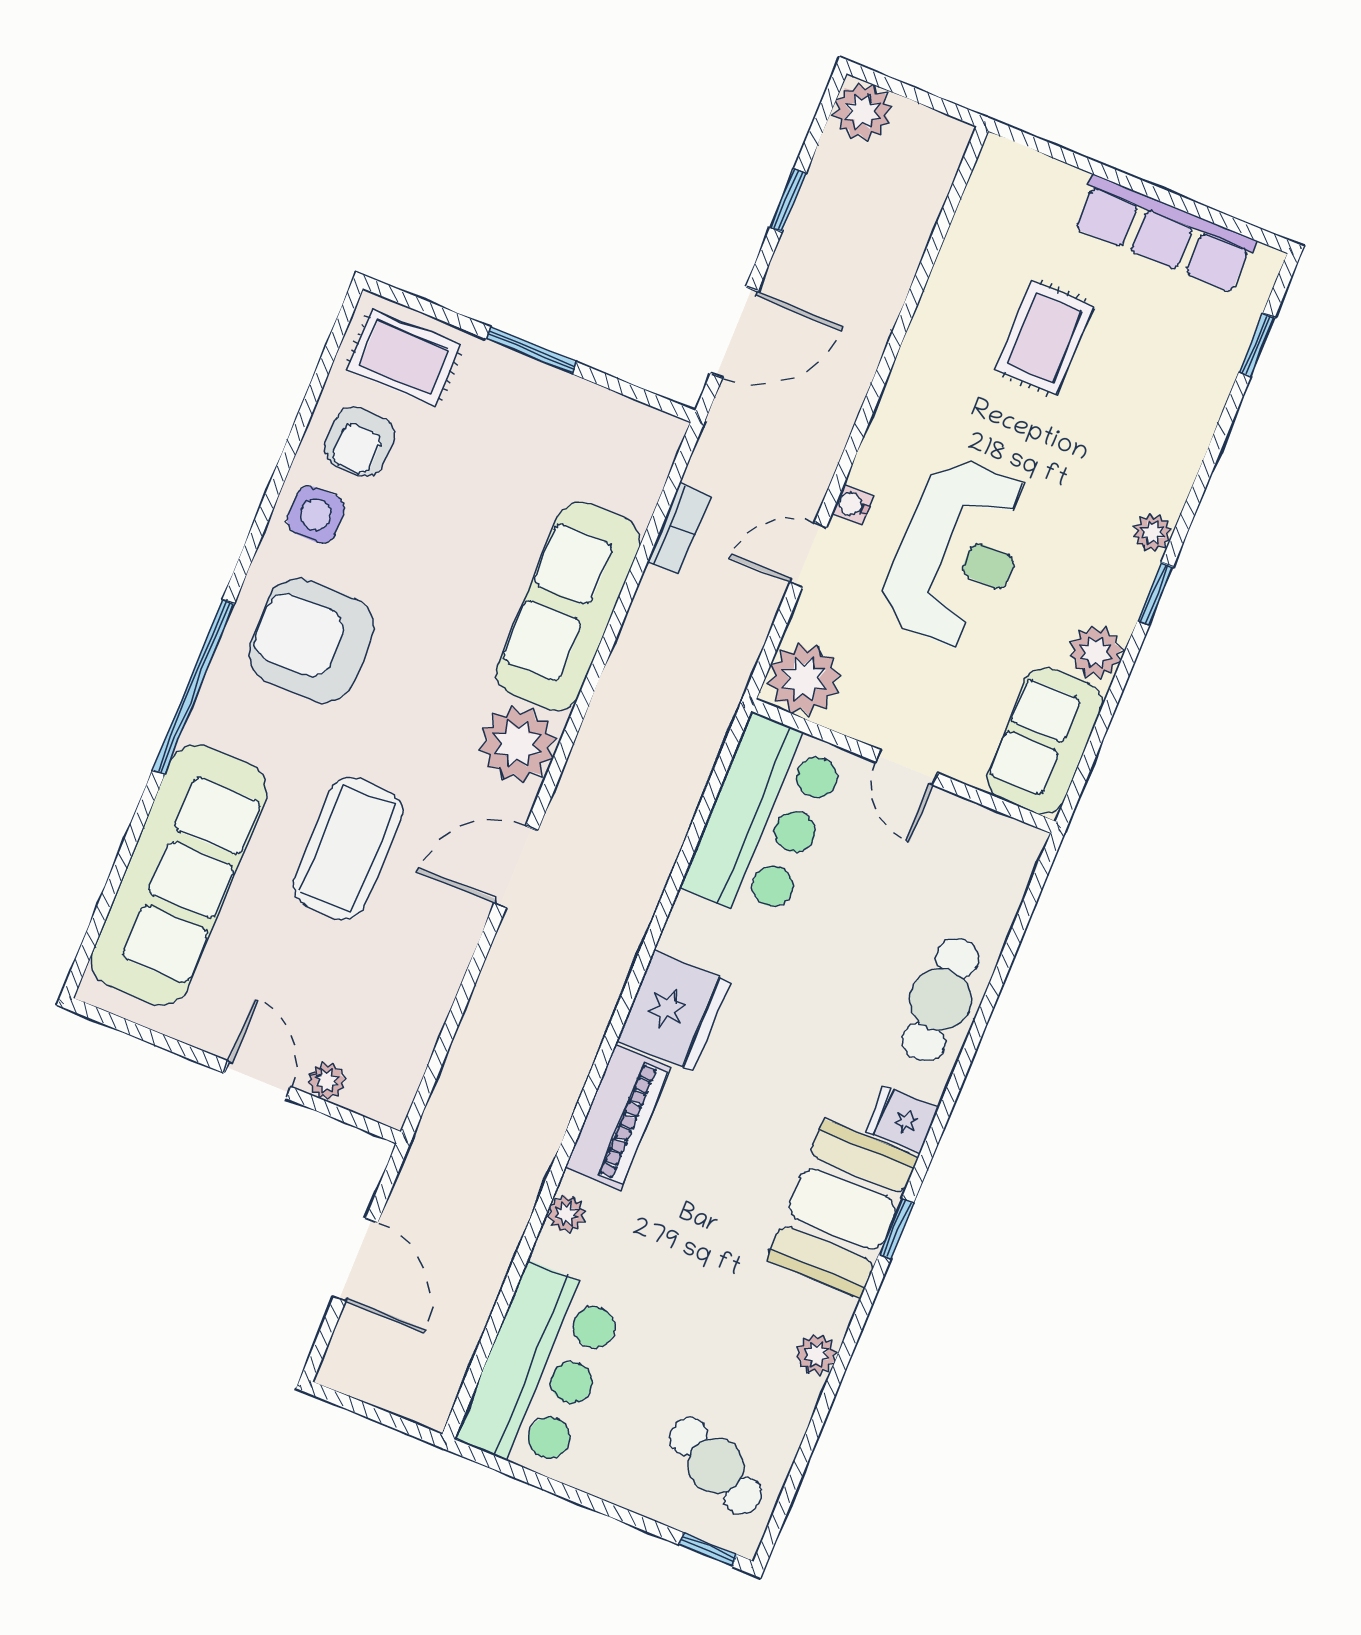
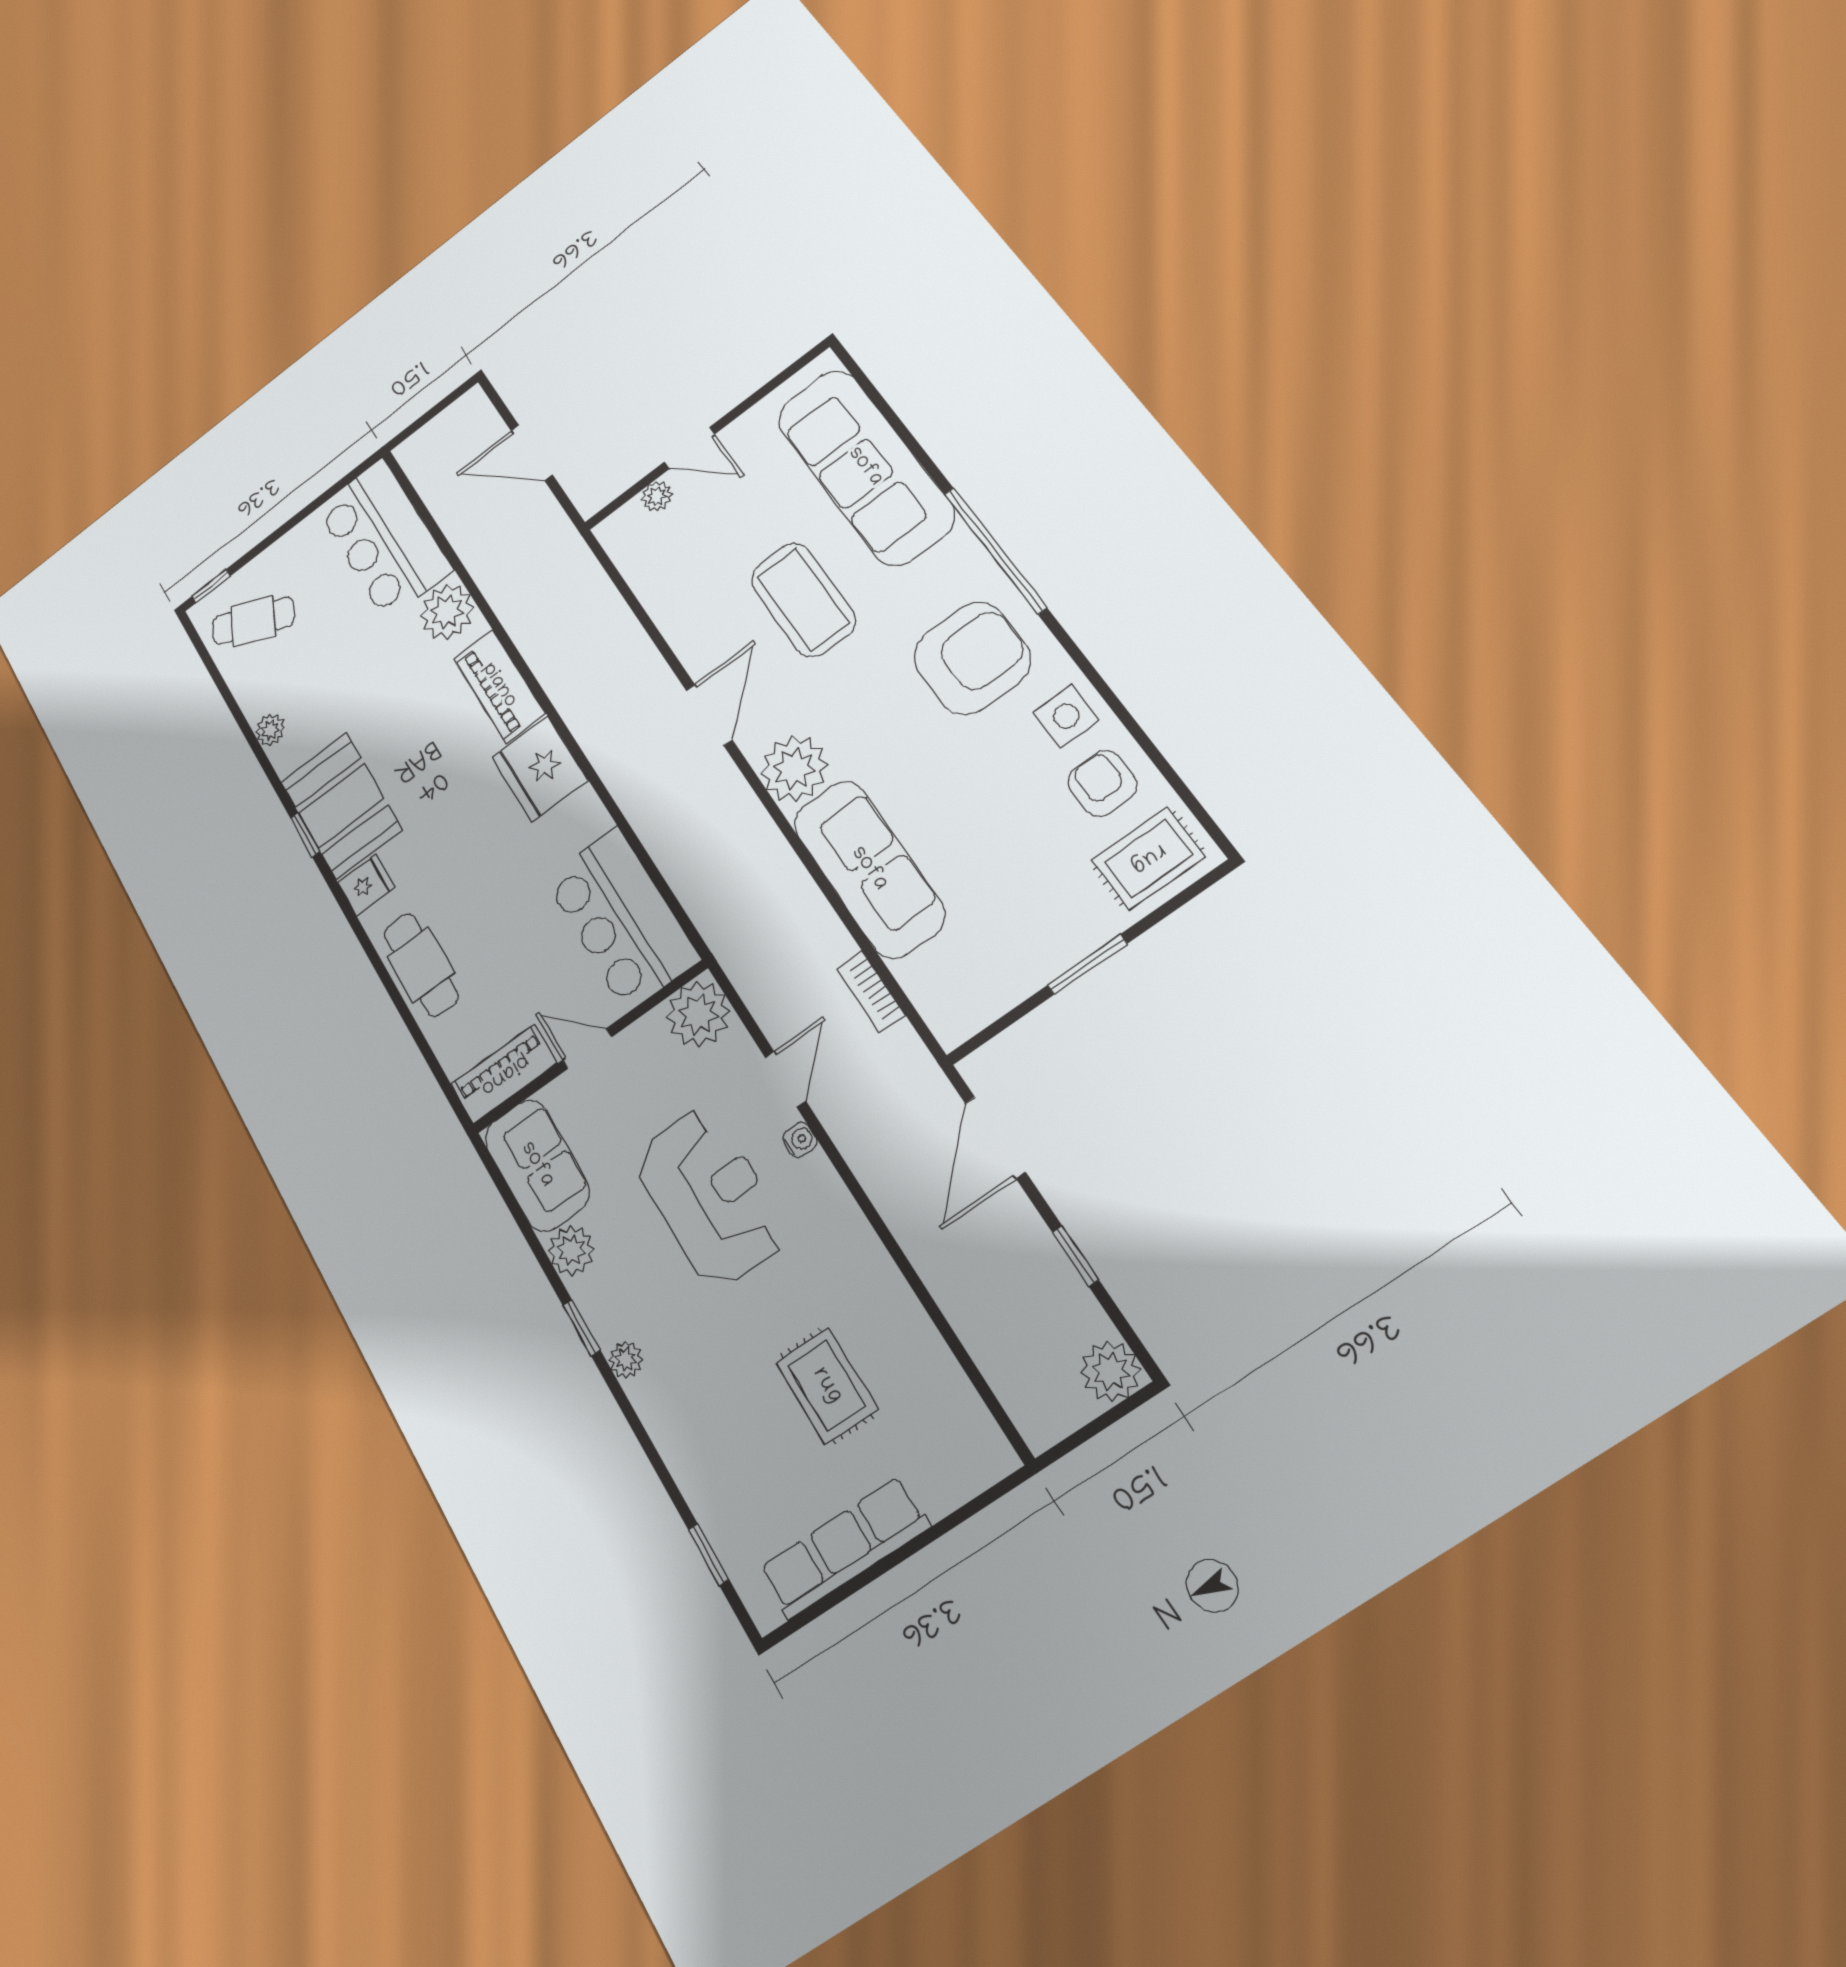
reception desk: (958, 554) -> (710, 1196), turned 180
piano: (985, 835) -> (504, 1074), added
plant: (566, 1214) -> (447, 612), width x1.87, depth x1.87

